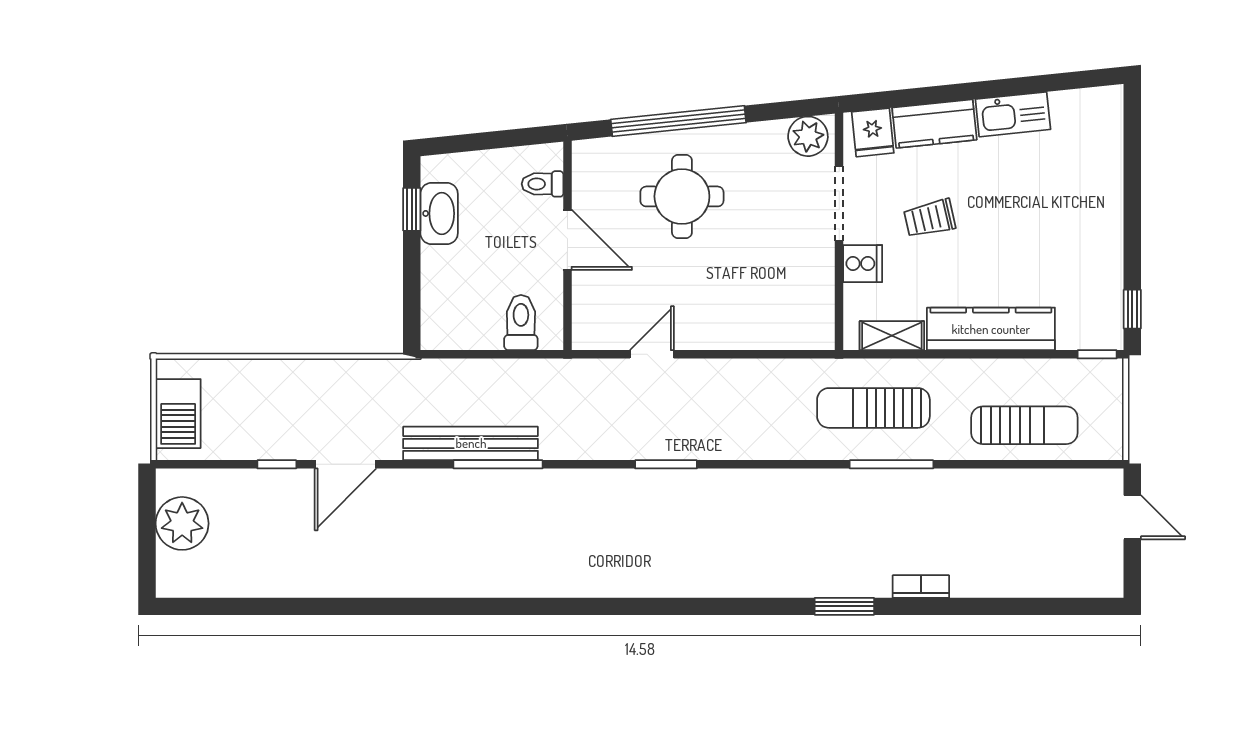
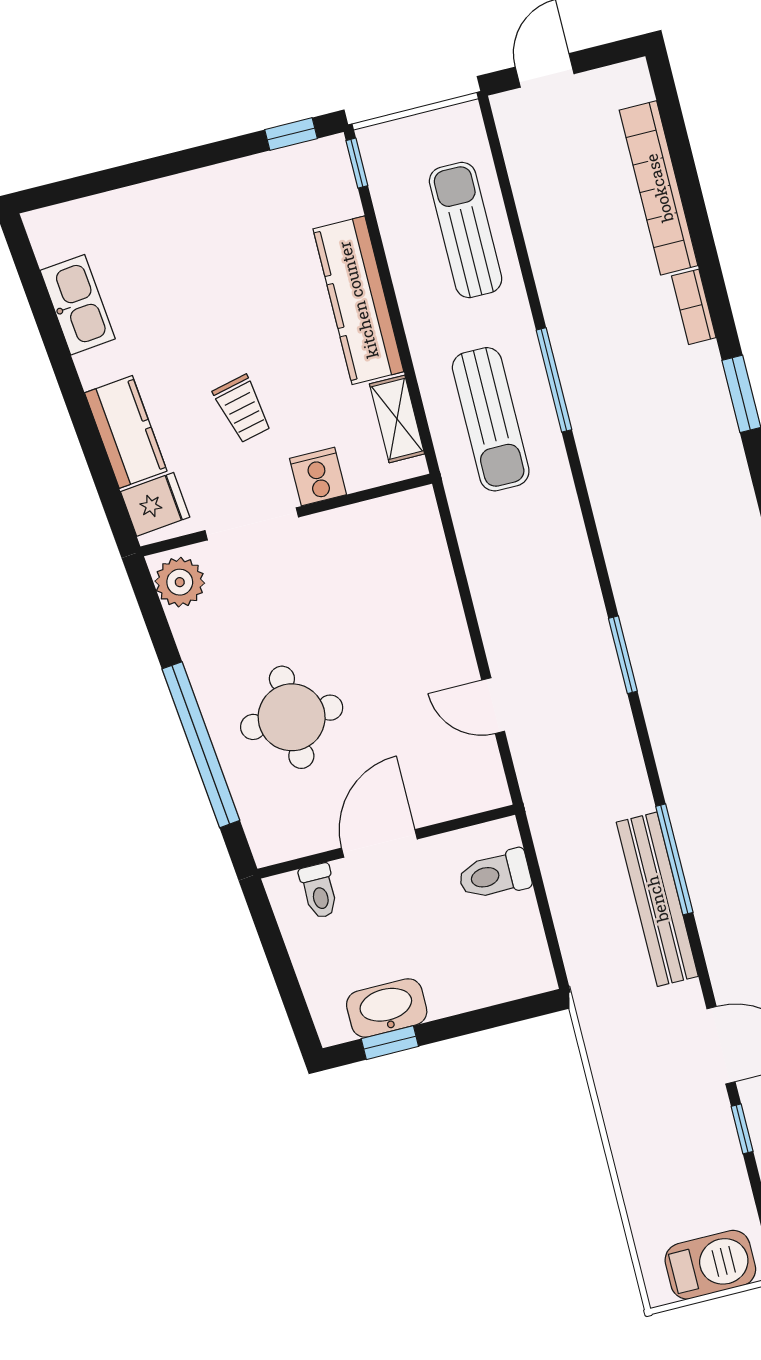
kitchen sink: (1013, 114) -> (78, 305), moved
bookcase: (1019, 582) -> (659, 188), added

